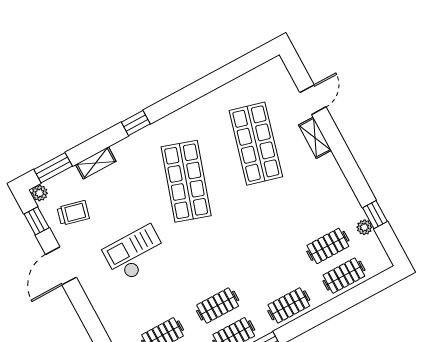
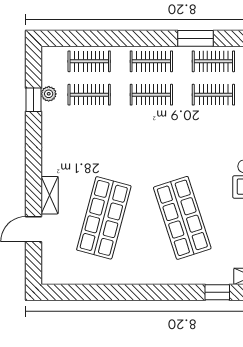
window: (136, 123) -> (217, 292), moved
shop shelf: (186, 181) -> (182, 218), turned -36
clothes rail: (273, 276) -> (151, 95), added

